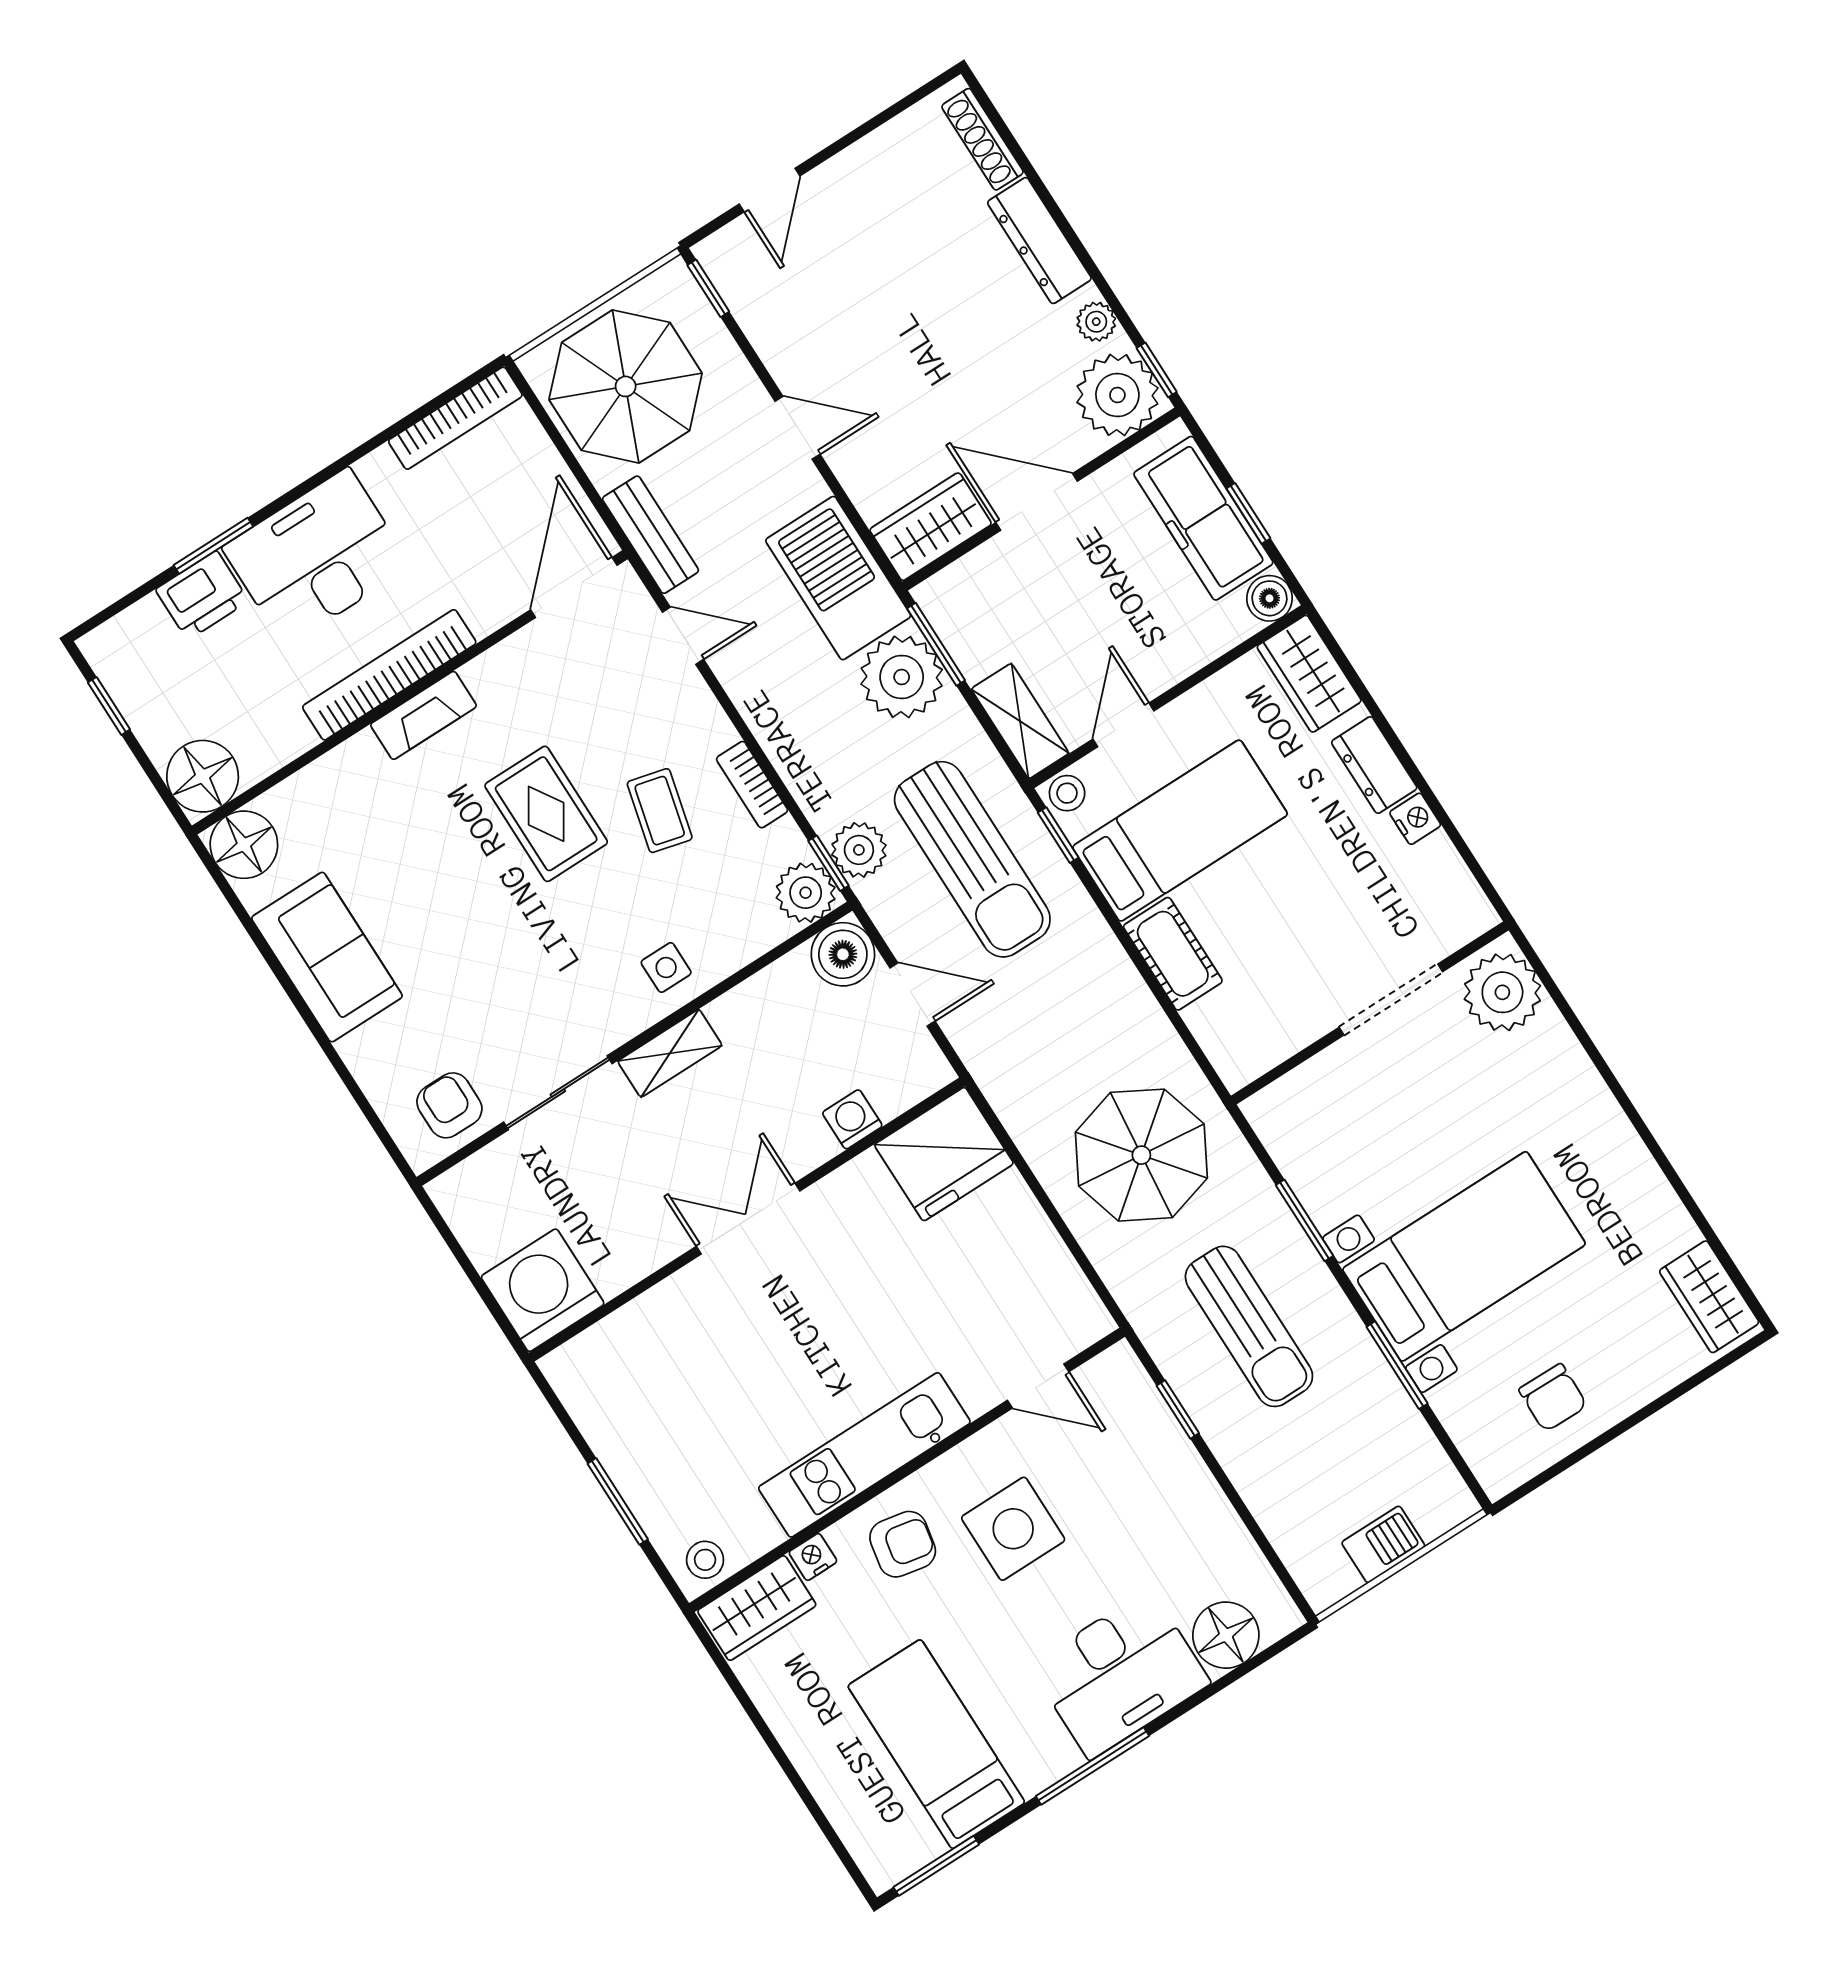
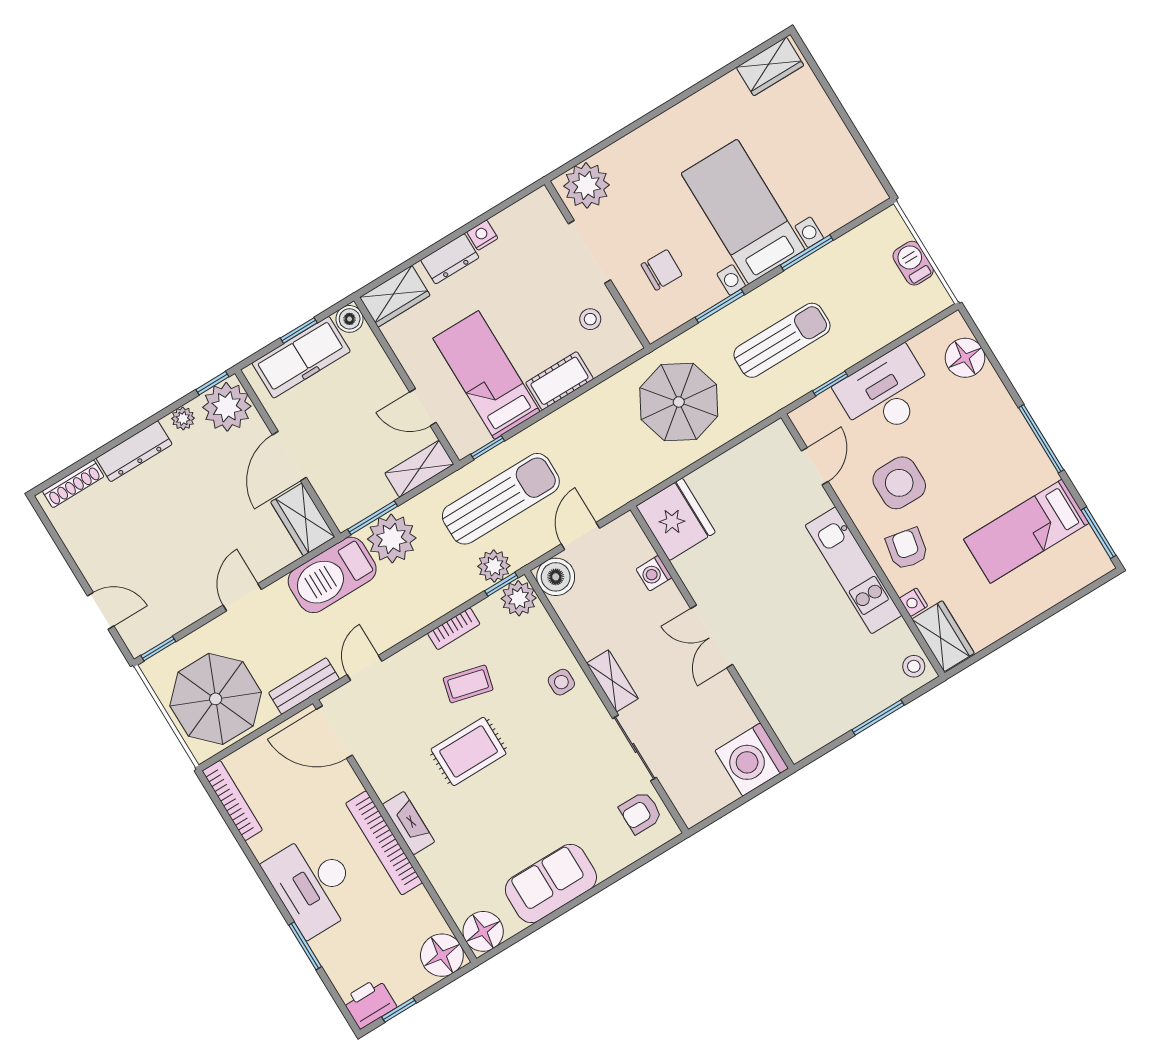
printer: (202, 595) -> (369, 1003), moved, turned -90
stool: (1067, 793) -> (590, 319), moved
chair: (1553, 1398) -> (662, 270), moved
desk: (1120, 1674) -> (886, 393), moved, turned -90

